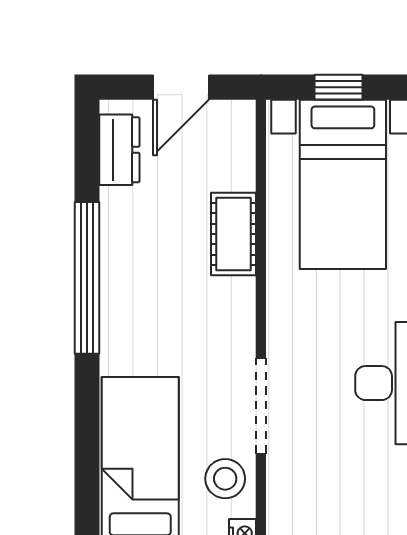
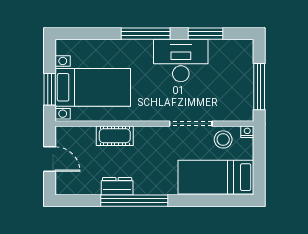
window: (339, 87) -> (50, 89), width x1.50
dresser: (119, 150) -> (117, 186), moved

